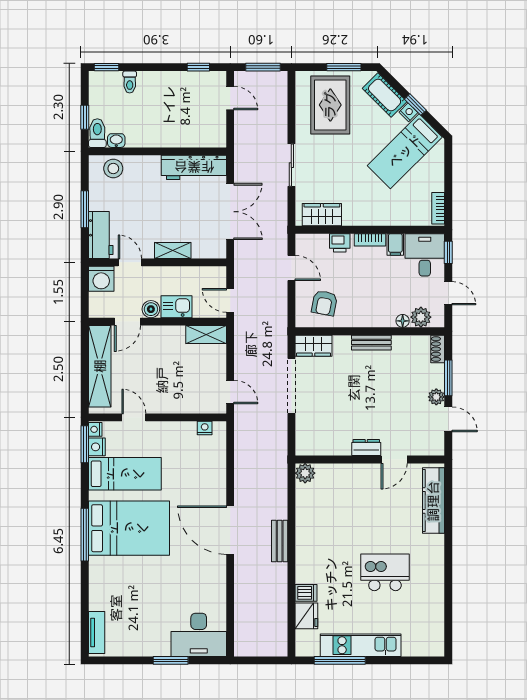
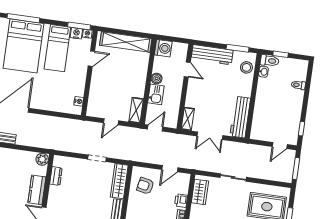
window: (107, 67) -> (309, 72), removed
window: (85, 209) -> (238, 48), moved
double door: (230, 212) -> (210, 136), width x0.73
workbench: (101, 235) -> (212, 55), width x1.38
shelving: (173, 250) -> (188, 119), moved
door: (130, 262) -> (187, 70), hinge flipped
washing machine: (101, 279) -> (163, 48), moved, turned 180
door: (127, 322) -> (151, 63), removed
wardrobe: (314, 346) -> (119, 181), width x1.50
doorway: (291, 386) -> (97, 158), width x0.53
door: (230, 392) -> (111, 122), moved
dresser: (366, 448) -> (56, 176), moved
kitchen counter: (355, 475) -> (37, 190), added

